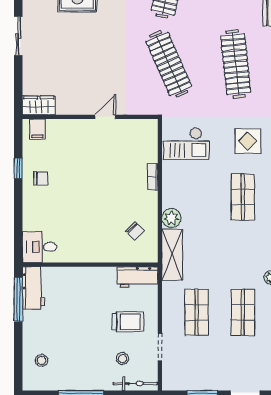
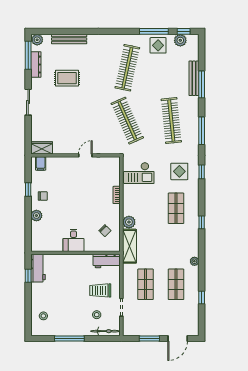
plant: (31, 208) -> (36, 216), added
desk: (40, 247) -> (74, 240), moved, turned -90
window: (18, 299) -> (28, 276), width x0.46
trolley: (128, 322) -> (100, 290), turned 180

